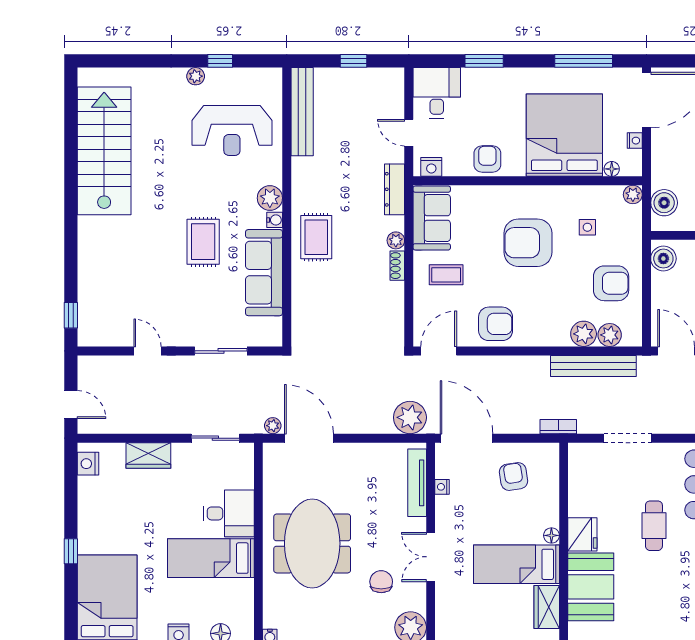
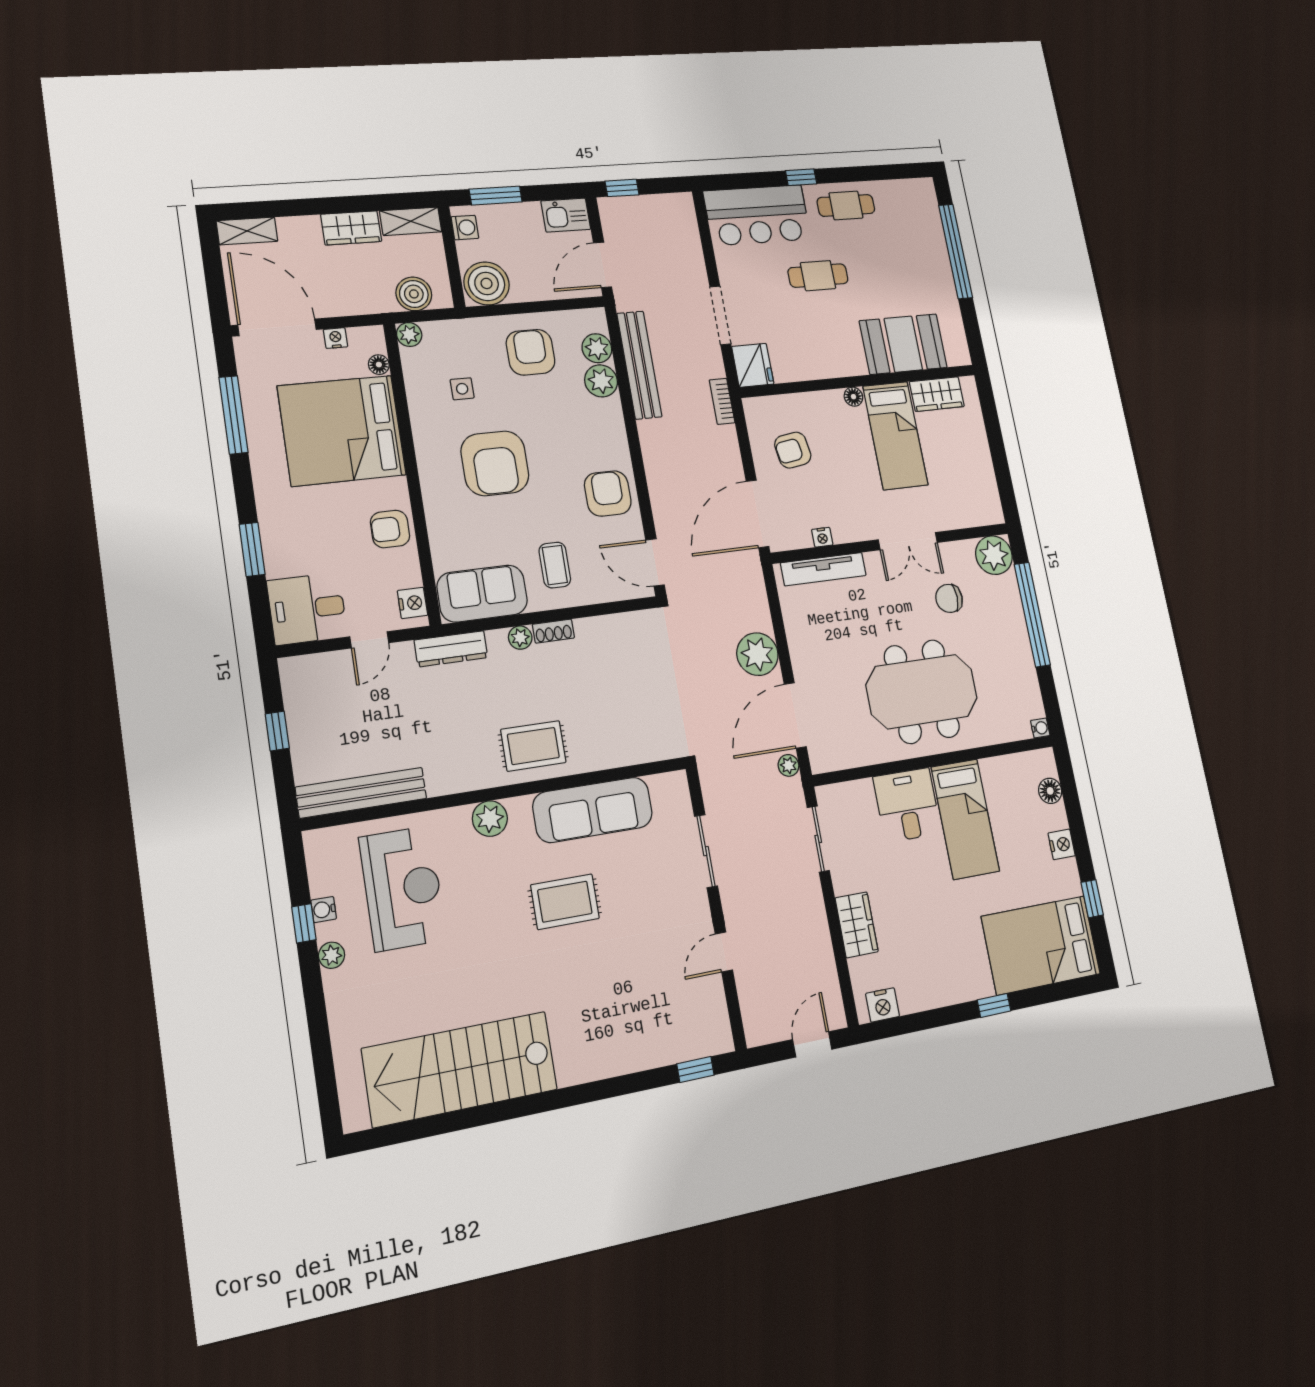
water cooler: (275, 220) -> (324, 910), moved, turned -90
boiler: (663, 259) -> (487, 283), width x1.37, depth x1.37
plant: (410, 417) -> (757, 654), moved
fridge: (582, 534) -> (753, 365), moved, turned 90

